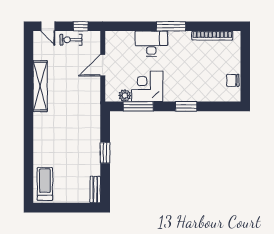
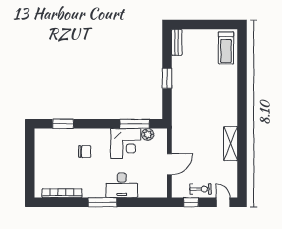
chair: (233, 80) -> (85, 152), moved
shelving: (40, 86) -> (231, 144), width x0.68
window: (186, 106) -> (63, 124), moved

